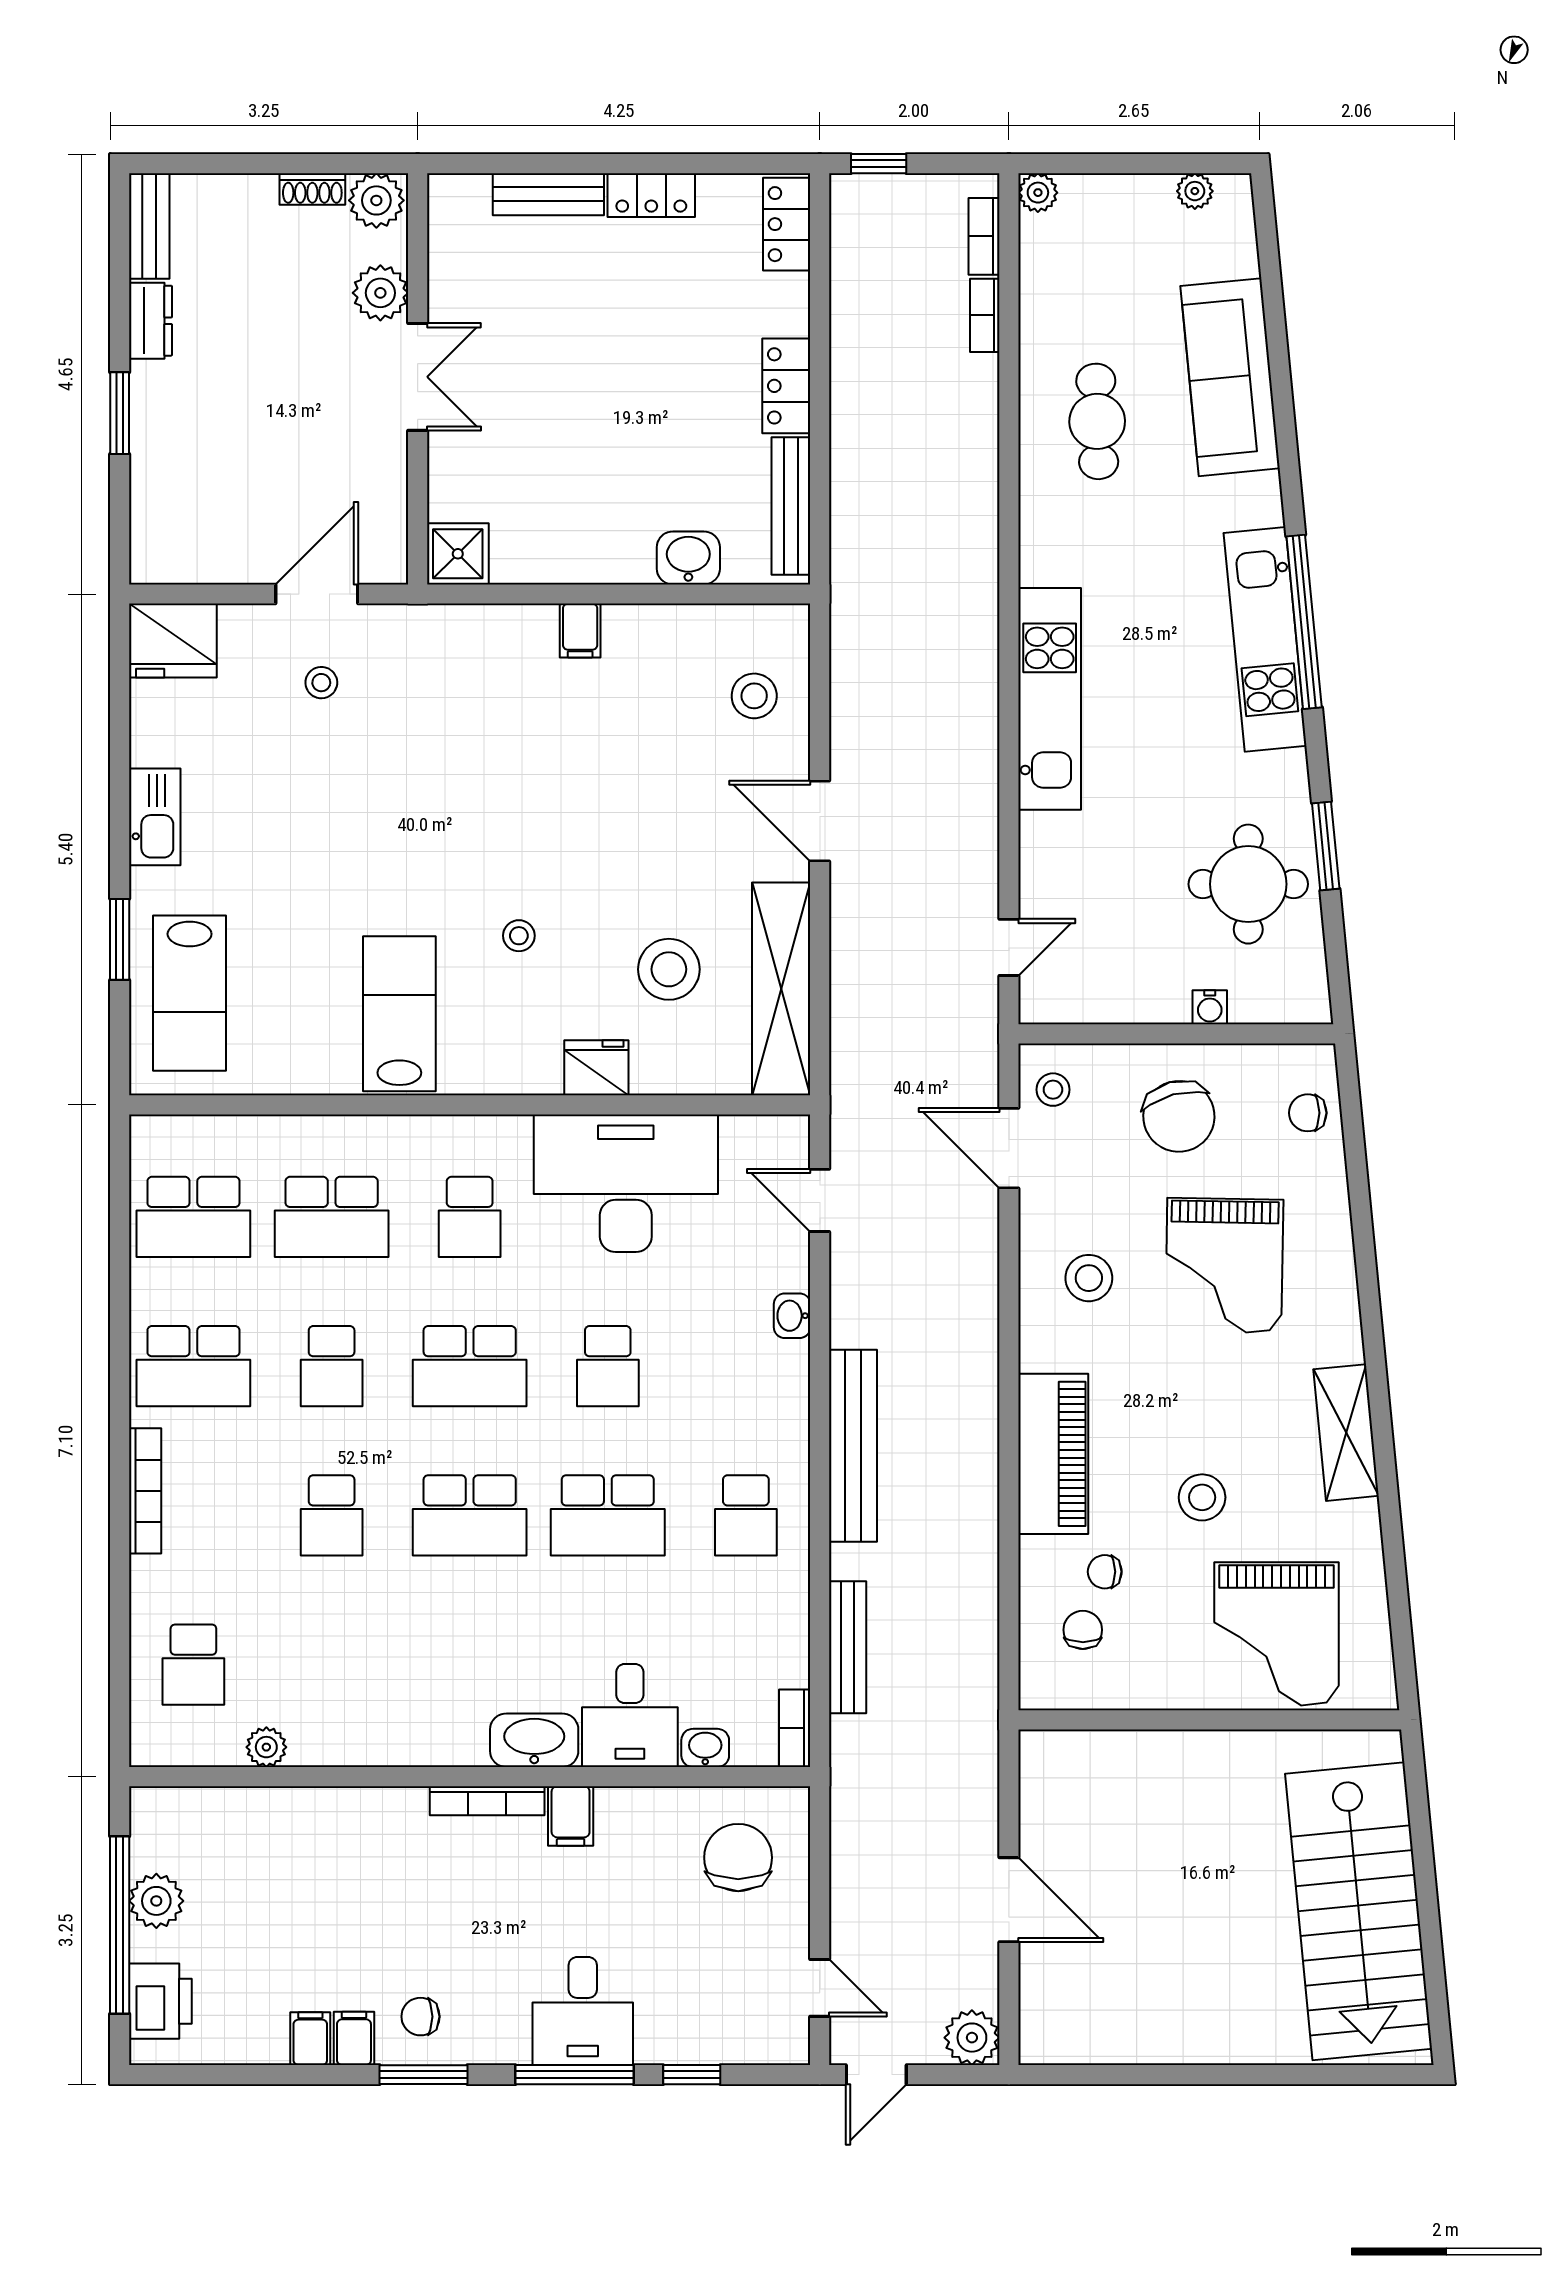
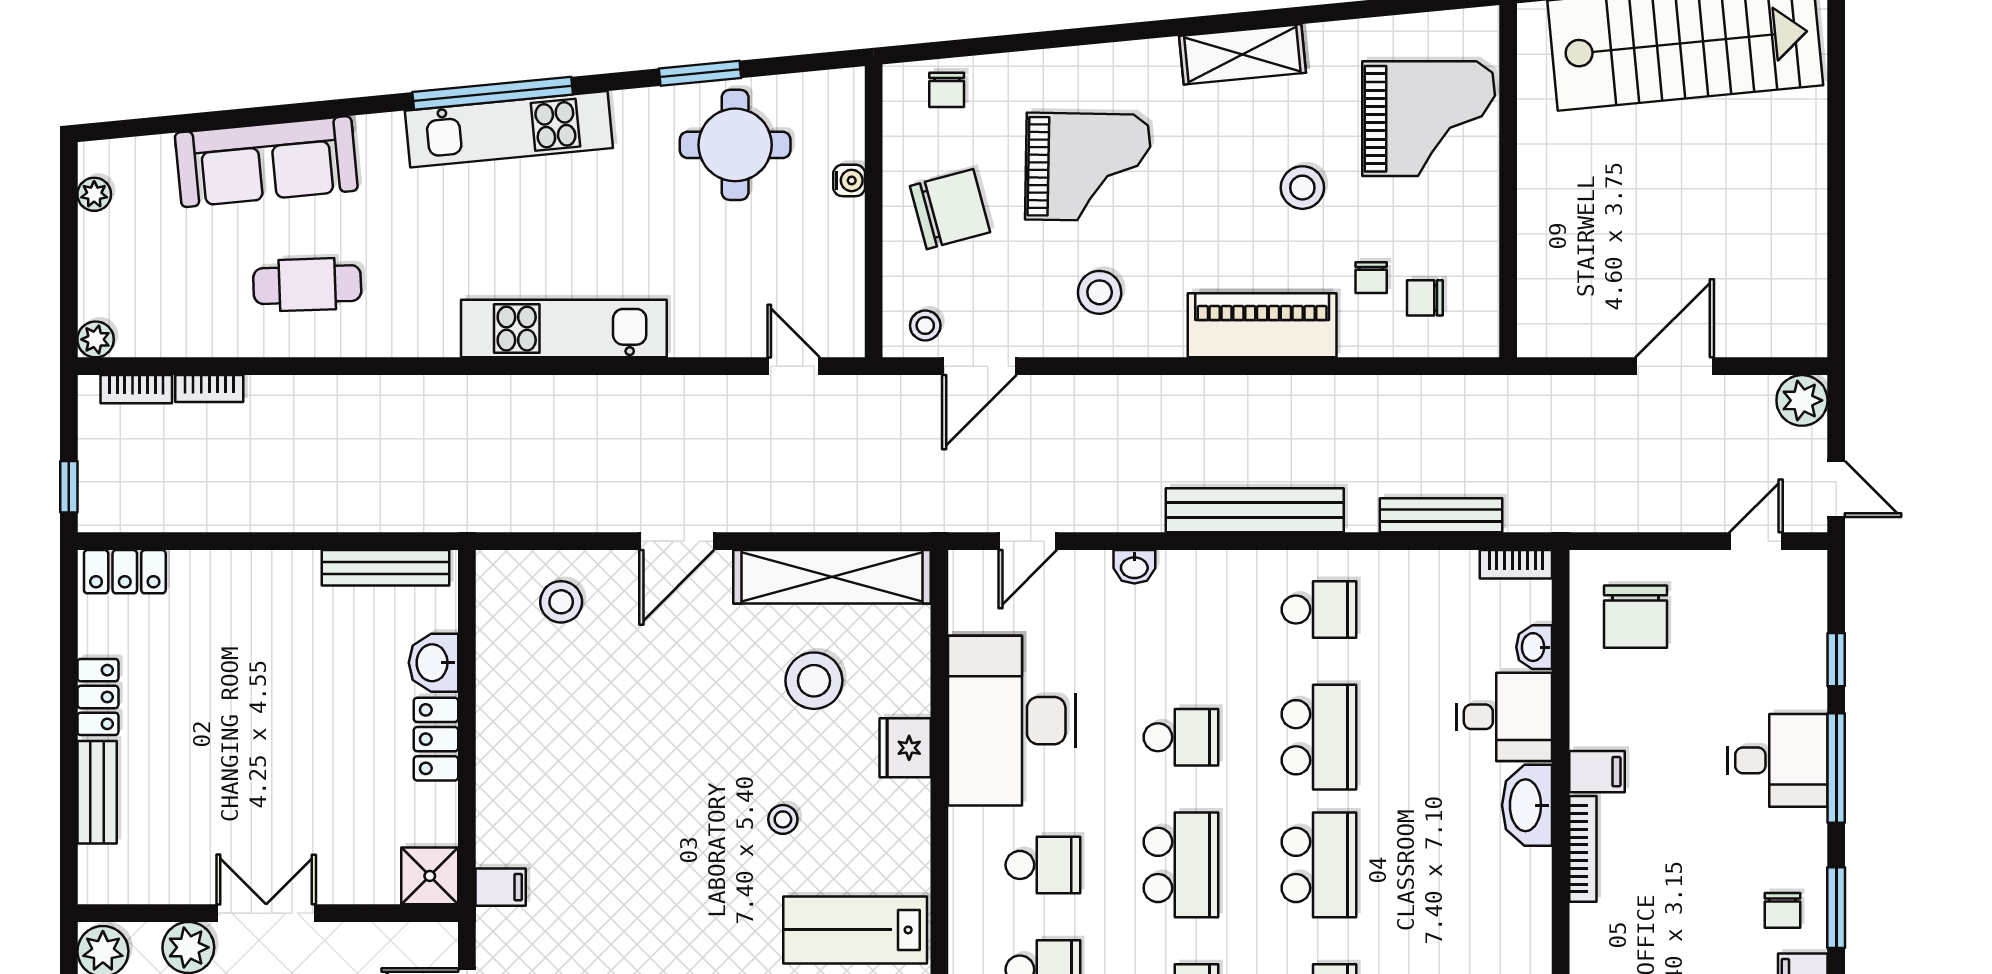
locker: (786, 386) -> (436, 739), moved, turned 90
filing cabinet: (580, 631) -> (501, 887), moved
chair: (738, 1858) -> (1635, 617), turned -90

